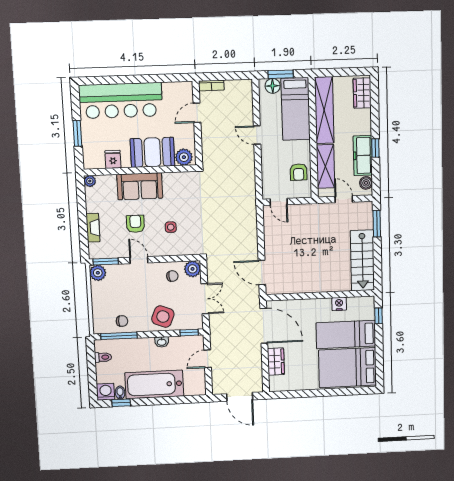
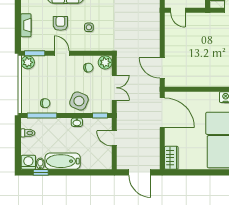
door: (208, 359) -> (114, 138), hinge flipped
wardrobe: (276, 362) -> (171, 158), moved
bathtub: (154, 384) -> (63, 161), width x0.73, depth x0.73

